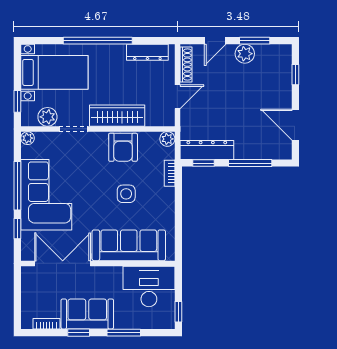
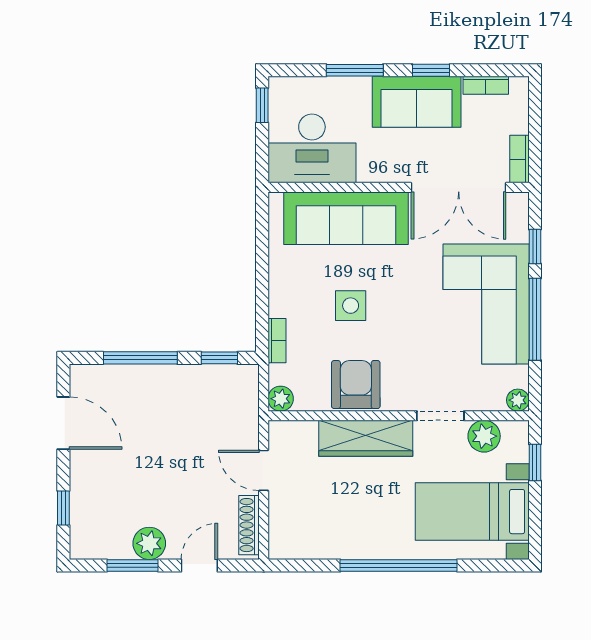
dresser: (147, 52) -> (314, 546), removed
door: (177, 97) -> (264, 470), hinge flipped
dresser: (207, 150) -> (214, 380), removed
bookcase: (27, 280) -> (519, 159), added

